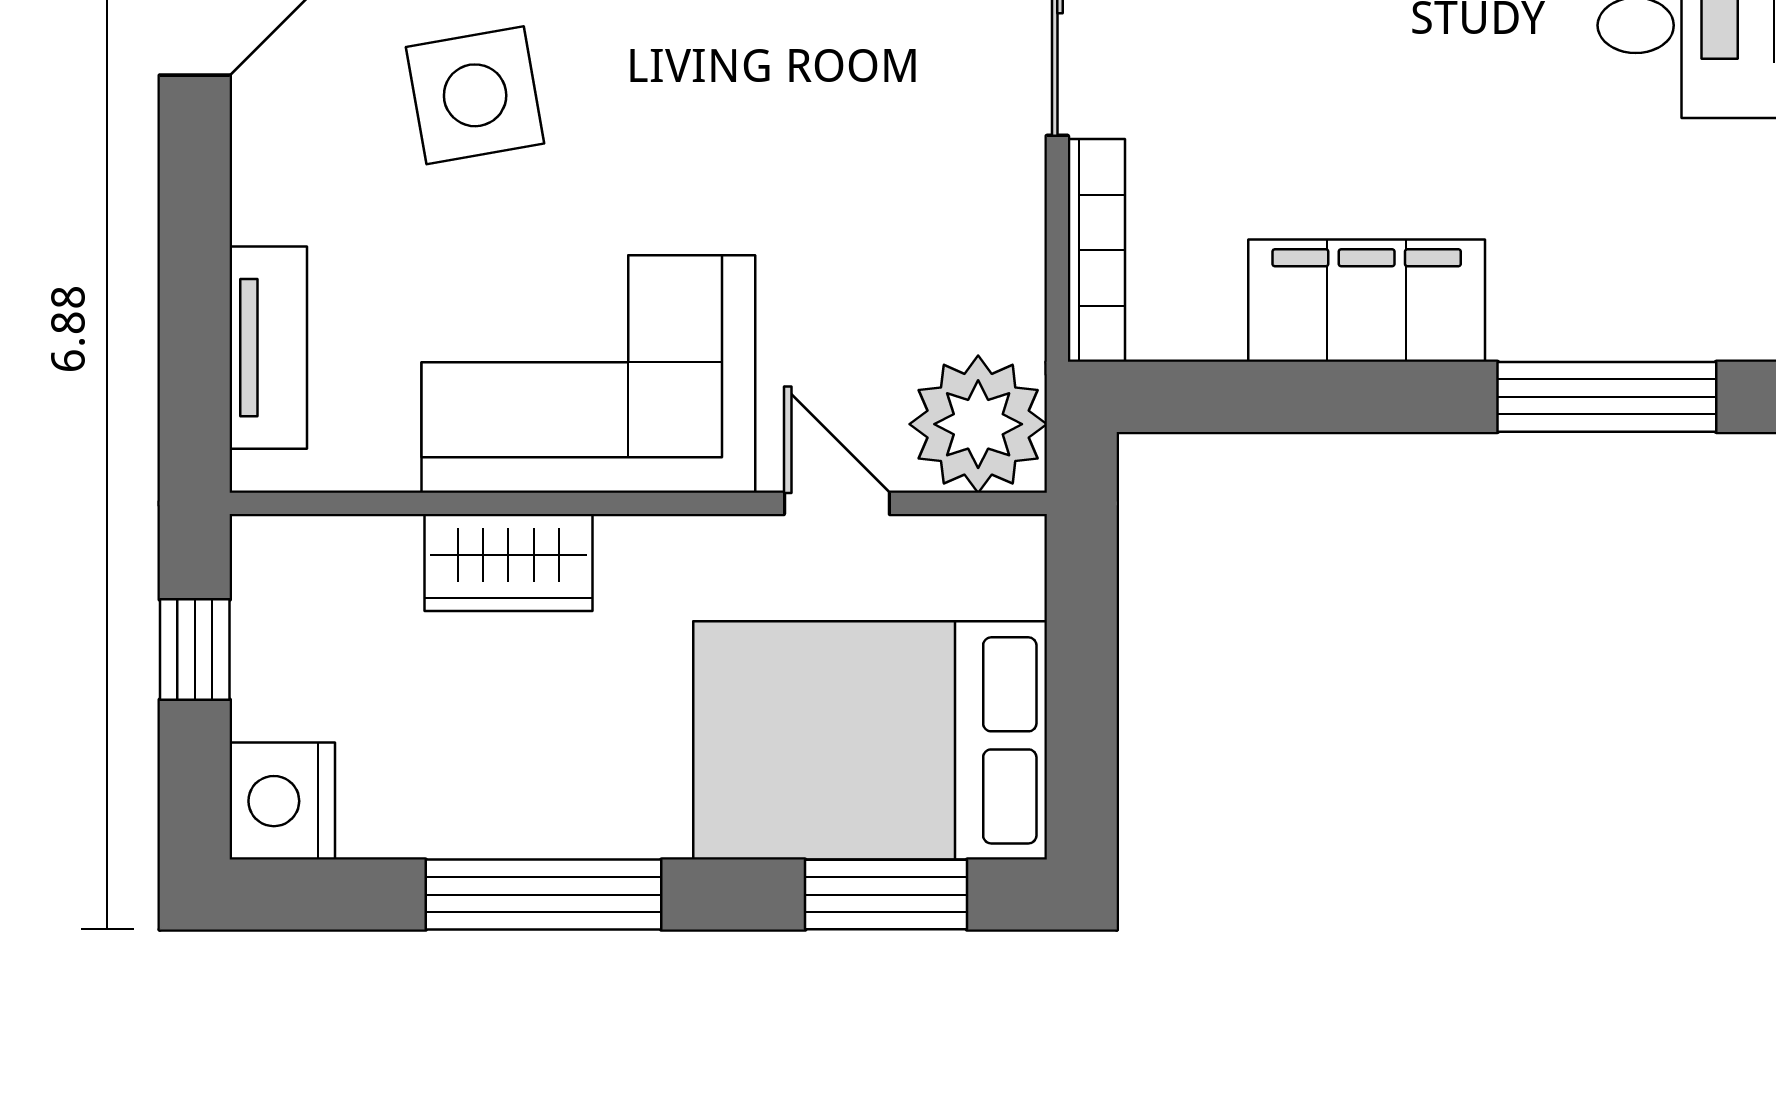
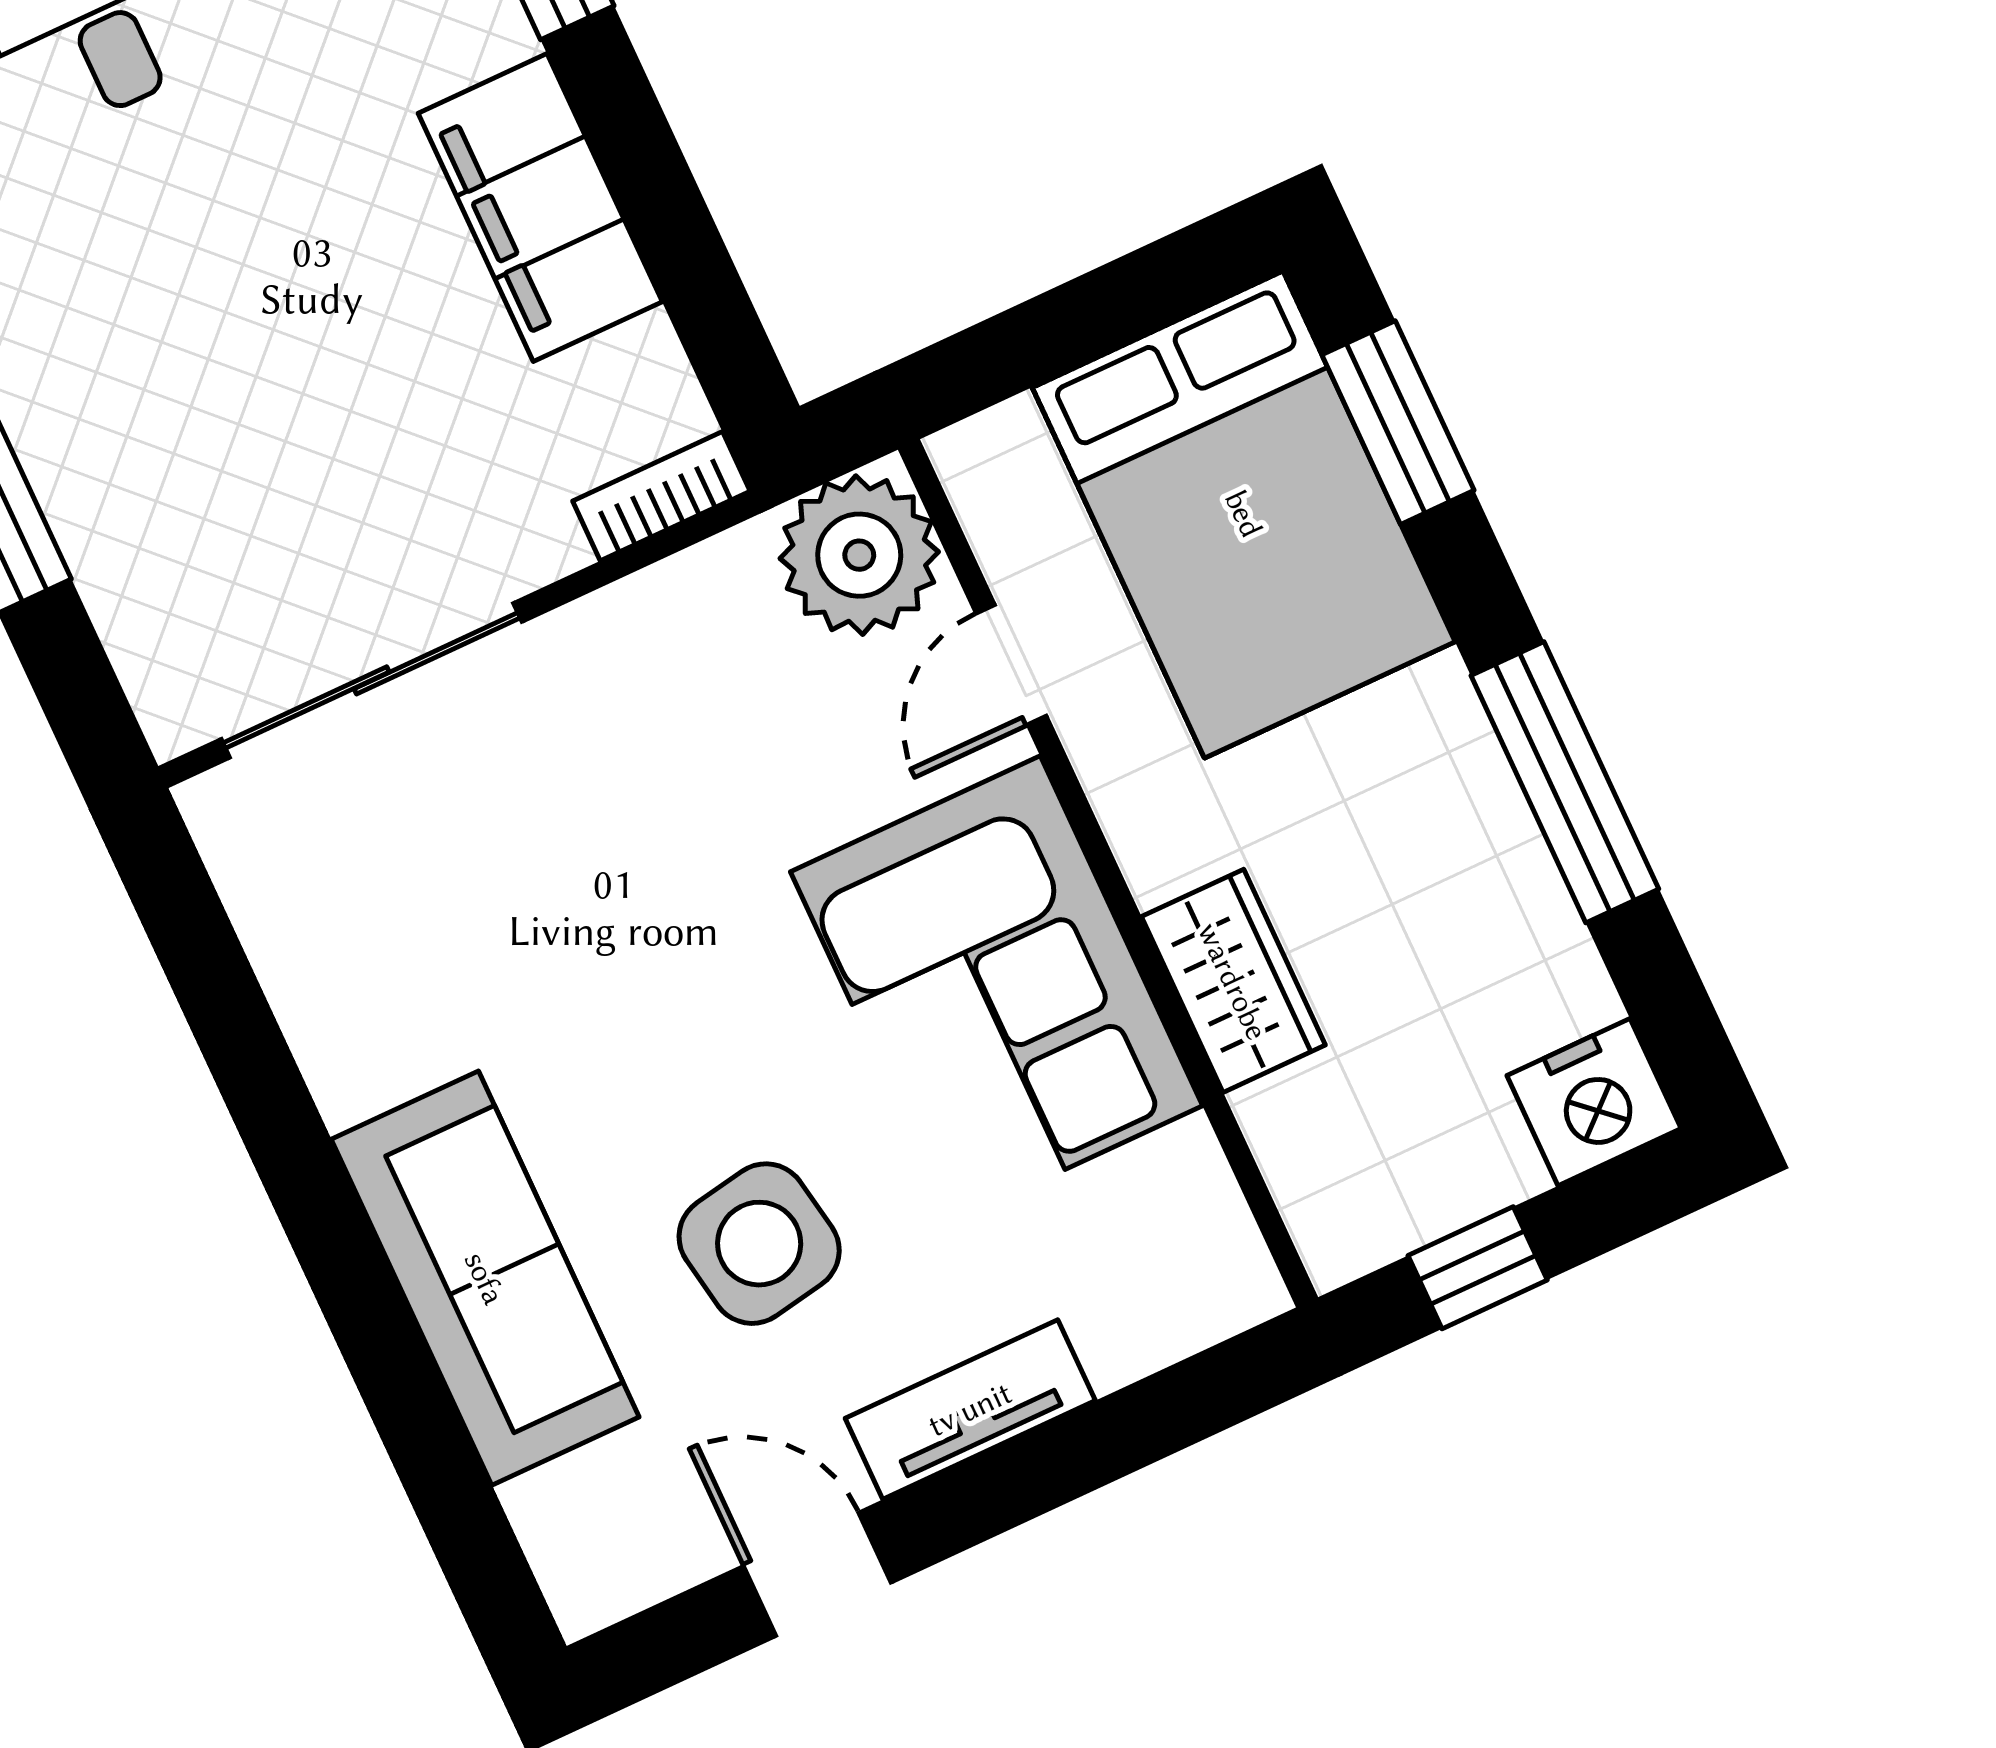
bookcase: (1096, 250) -> (661, 496), width x0.64
tv unit: (268, 348) -> (970, 1409), moved

